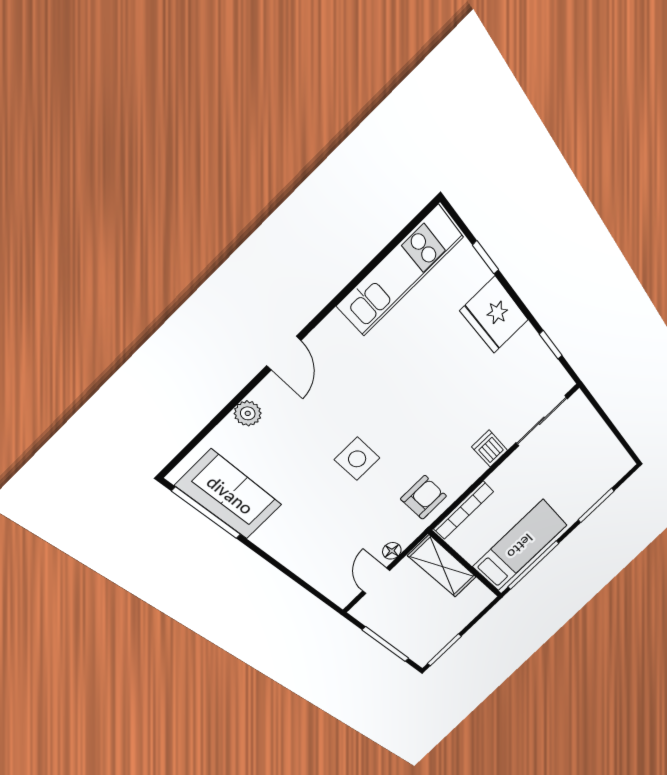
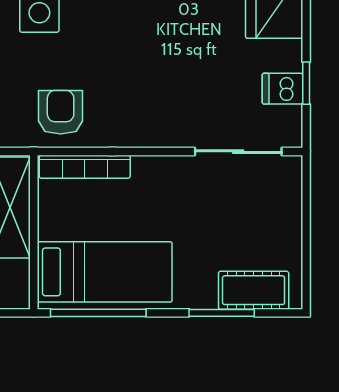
dishwasher: (490, 449) -> (282, 89), moved, turned -90
cot: (604, 480) -> (254, 290), added
armchair: (424, 497) -> (61, 112), turned -90

